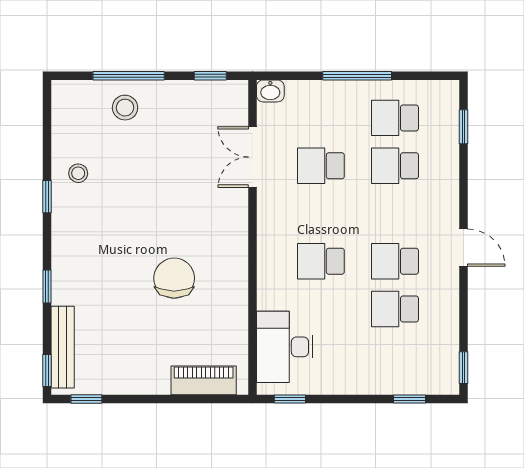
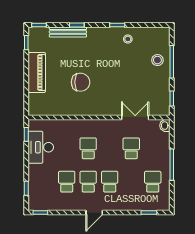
school desk: (395, 166) -> (110, 182), moved
bench: (63, 347) -> (68, 32), moved
desk: (285, 347) -> (41, 147), moved, turned -90
piano: (204, 380) -> (37, 72), moved, width x1.37, depth x1.33

